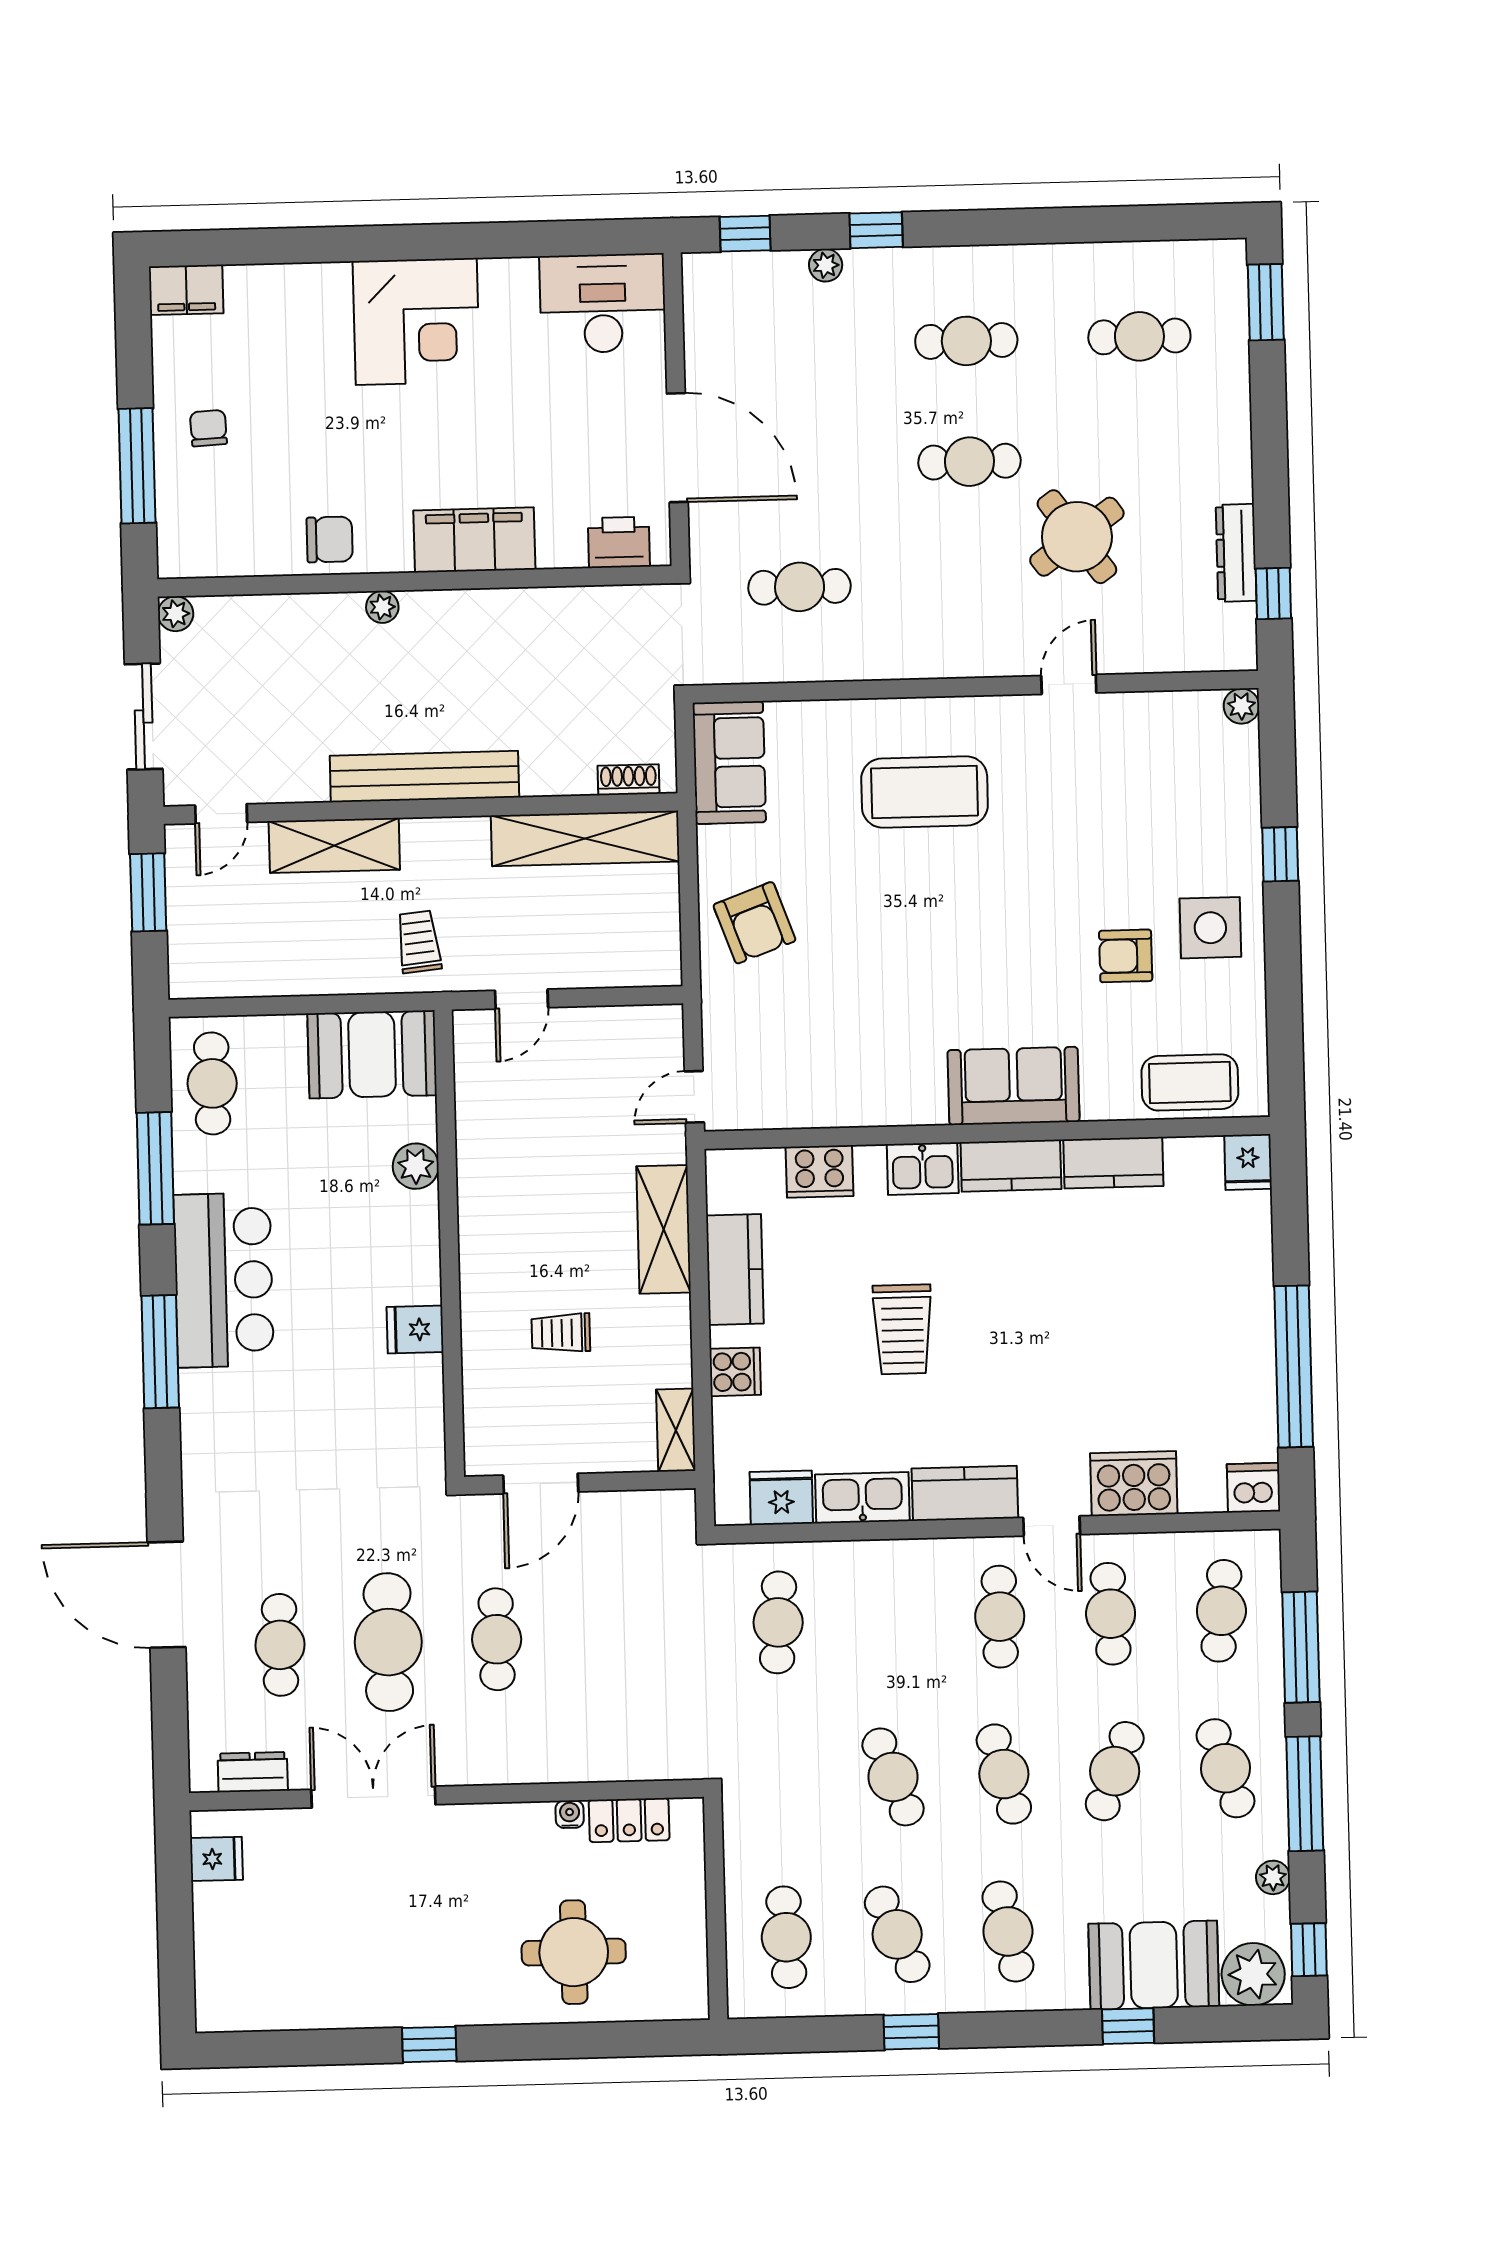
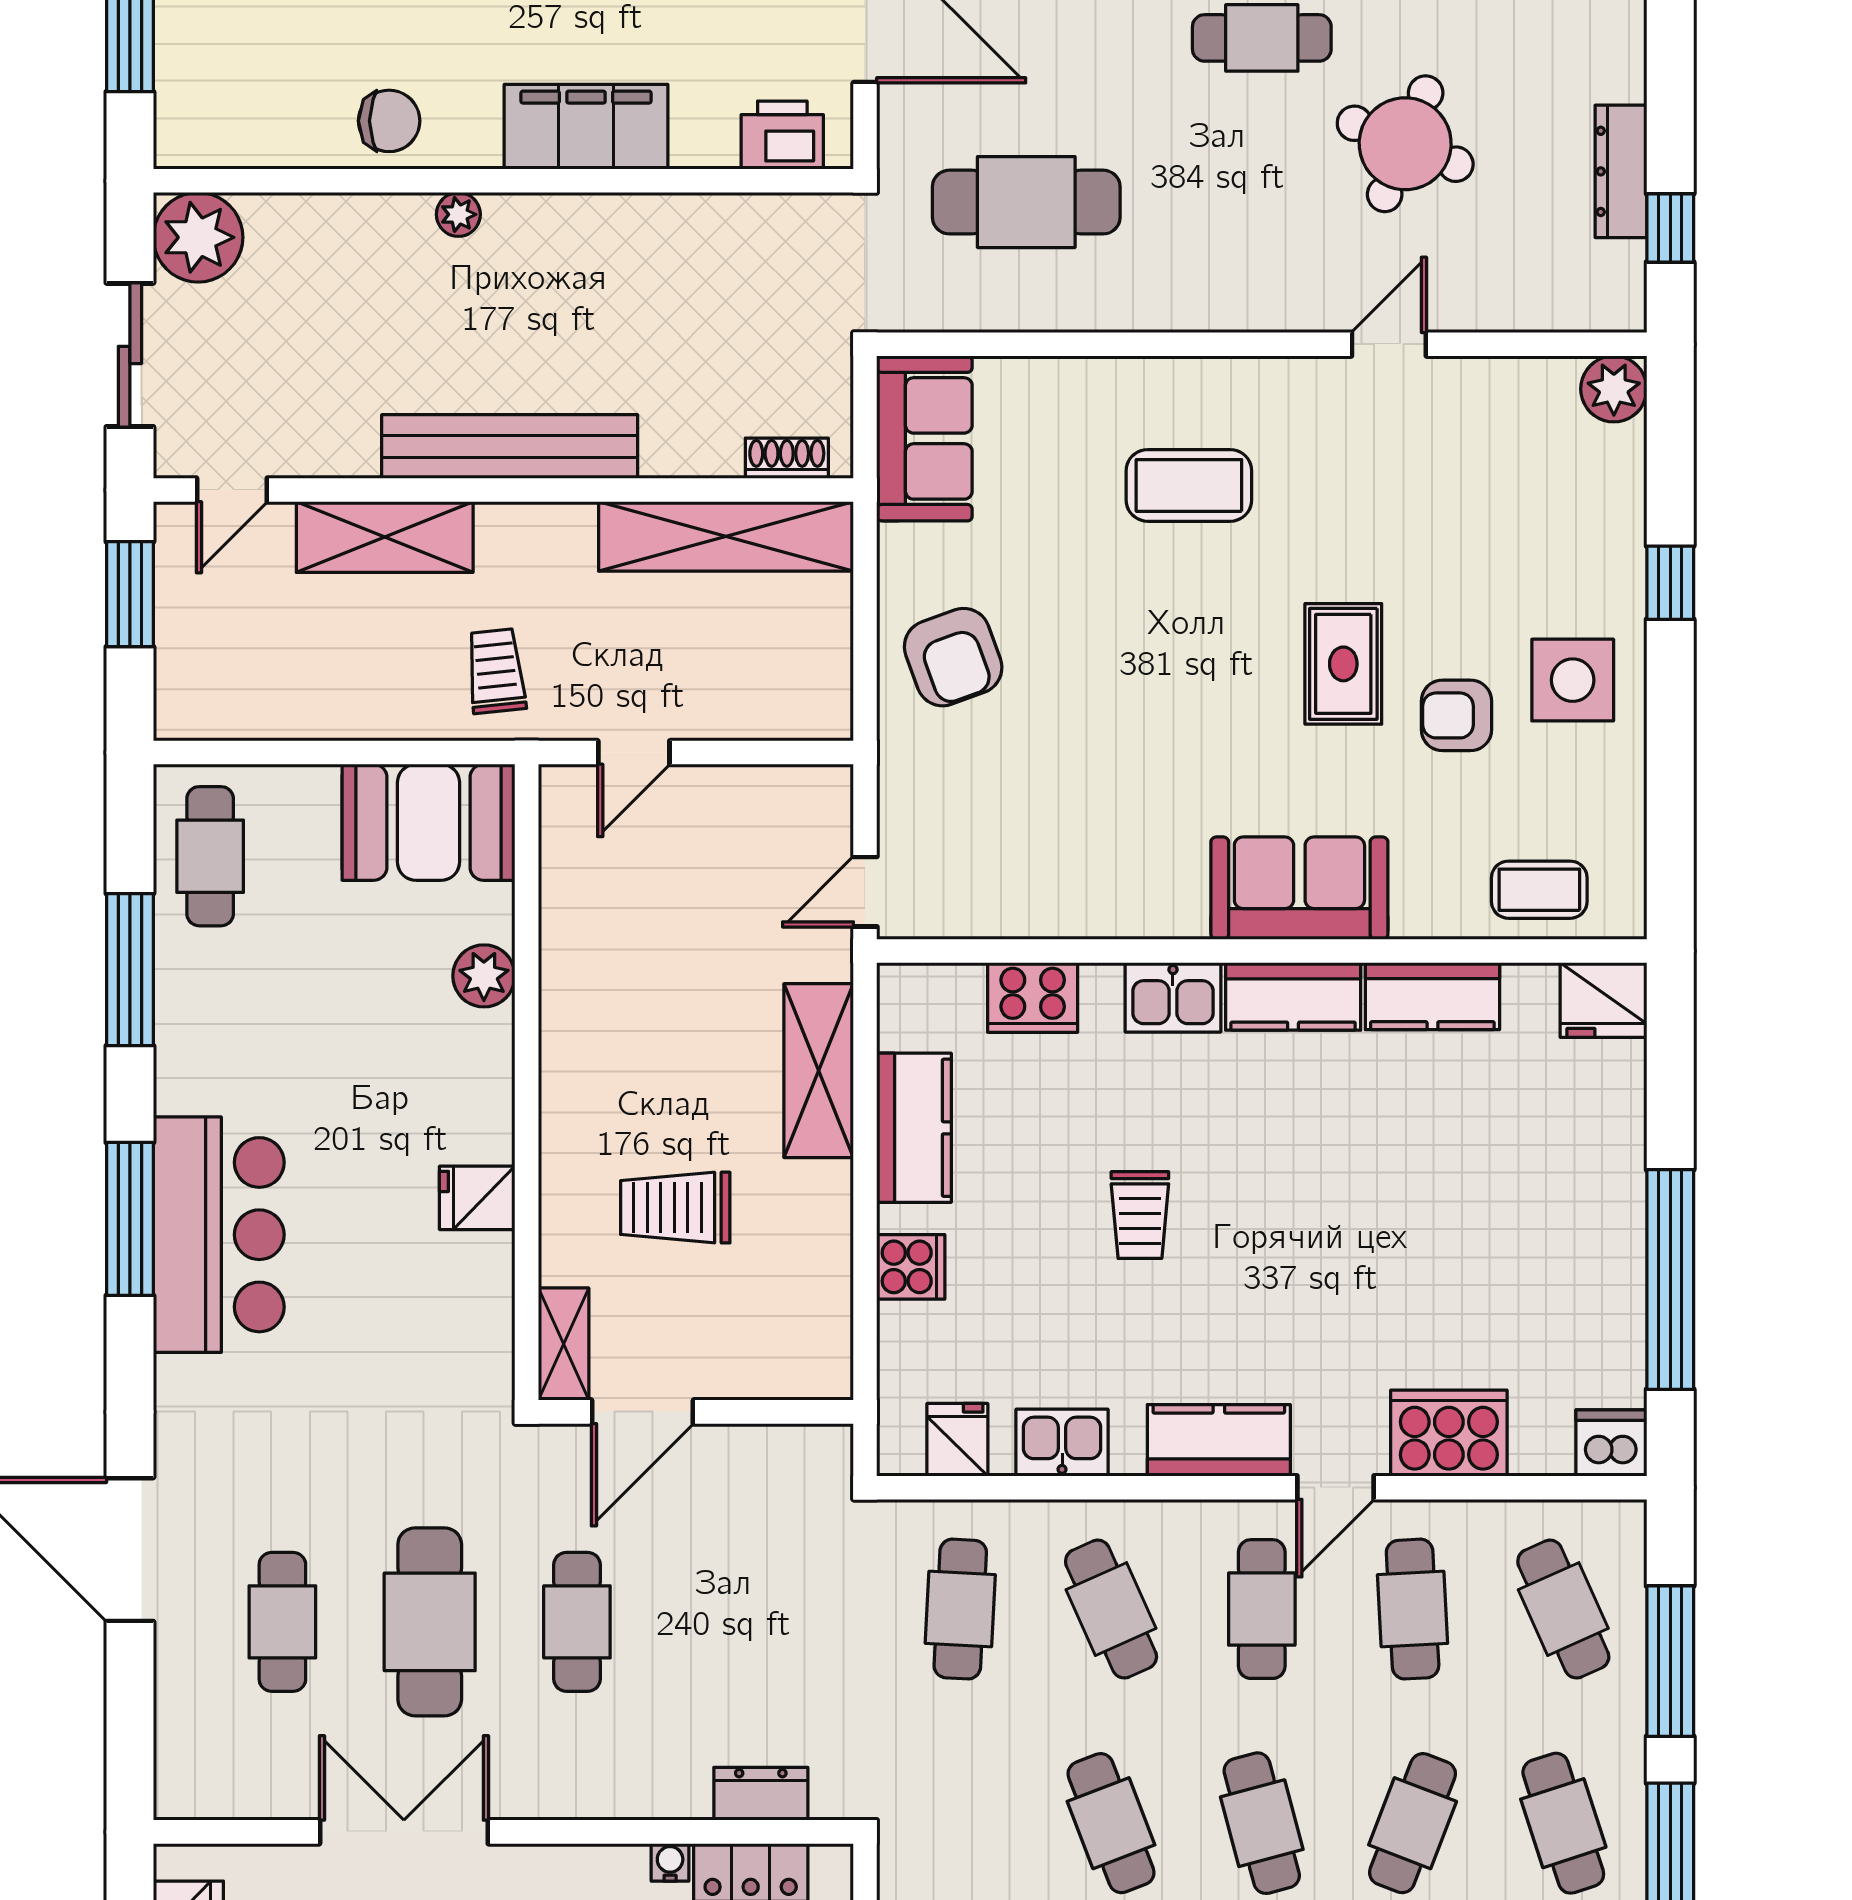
round table: (1077, 537) -> (1405, 144), turned -32
cafe table: (800, 587) -> (1026, 202), width x1.37, depth x1.35
plant: (176, 614) -> (198, 237), width x1.87, depth x1.87
plant: (1241, 706) -> (1614, 389), width x1.38, depth x1.38
coffee table: (925, 792) -> (1189, 485), width x0.73, depth x0.76
rug: (1041, 920) -> (1343, 664), added
coffee table: (1190, 1082) -> (1539, 890), width x0.73, depth x0.77
fridge: (1248, 1162) -> (1603, 1000), width x1.38
bar counter: (224, 1280) -> (219, 1235), moved
trolley: (903, 1329) -> (1140, 1215), width x0.73, depth x0.72
trolley: (561, 1333) -> (675, 1208), width x1.36, depth x1.39
shelving: (676, 1430) -> (564, 1344), moved
fridge: (781, 1498) -> (957, 1440), width x0.72
kitchen sink: (862, 1498) -> (1062, 1443), width x0.73
door: (1052, 1526) -> (1336, 1488), hinge flipped
cafe table: (1221, 1611) -> (1563, 1609), turned -30
cafe table: (889, 1620) -> (1111, 1609), added
dresser: (253, 1772) -> (761, 1794), moved

